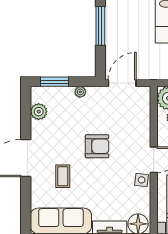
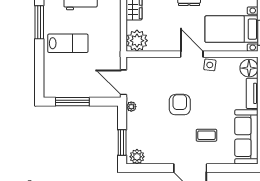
plant: (80, 92) -> (131, 107), moved
plant: (39, 112) -> (137, 157), moved

